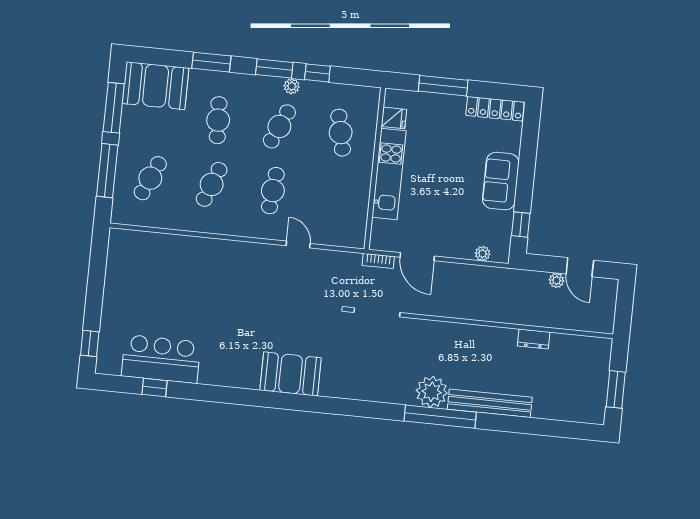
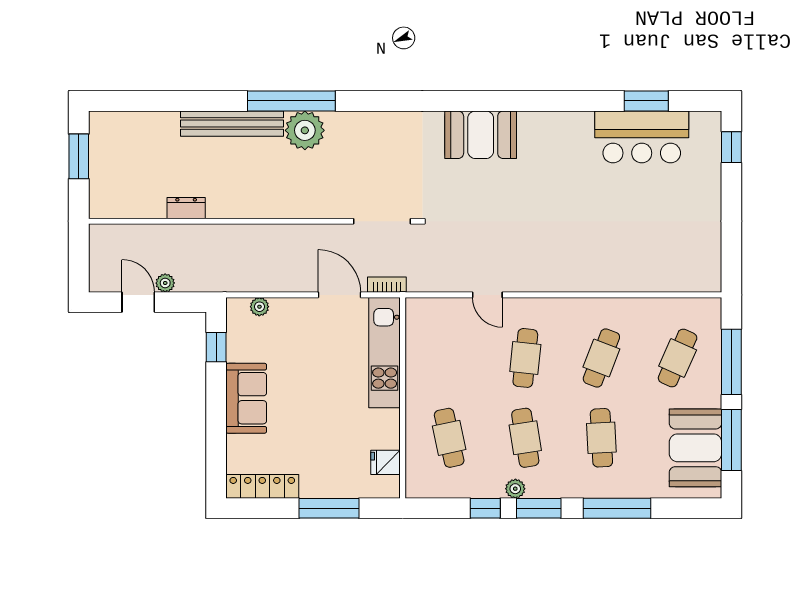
window: (211, 62) -> (617, 508), width x1.44
booth: (156, 86) -> (695, 448), moved, turned 90
cafe table: (279, 126) -> (525, 438), turned -33
kitchen unit: (389, 174) -> (385, 353), moved
window: (155, 388) -> (646, 101), width x1.50

